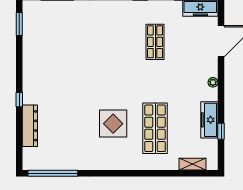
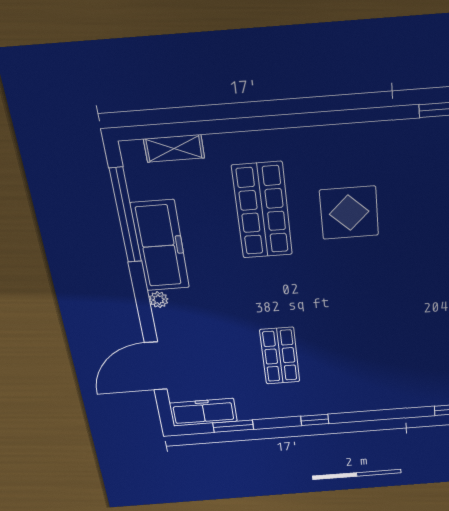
freezer: (209, 120) -> (160, 246), width x1.36, depth x1.26
window: (221, 131) -> (126, 216), width x3.17

